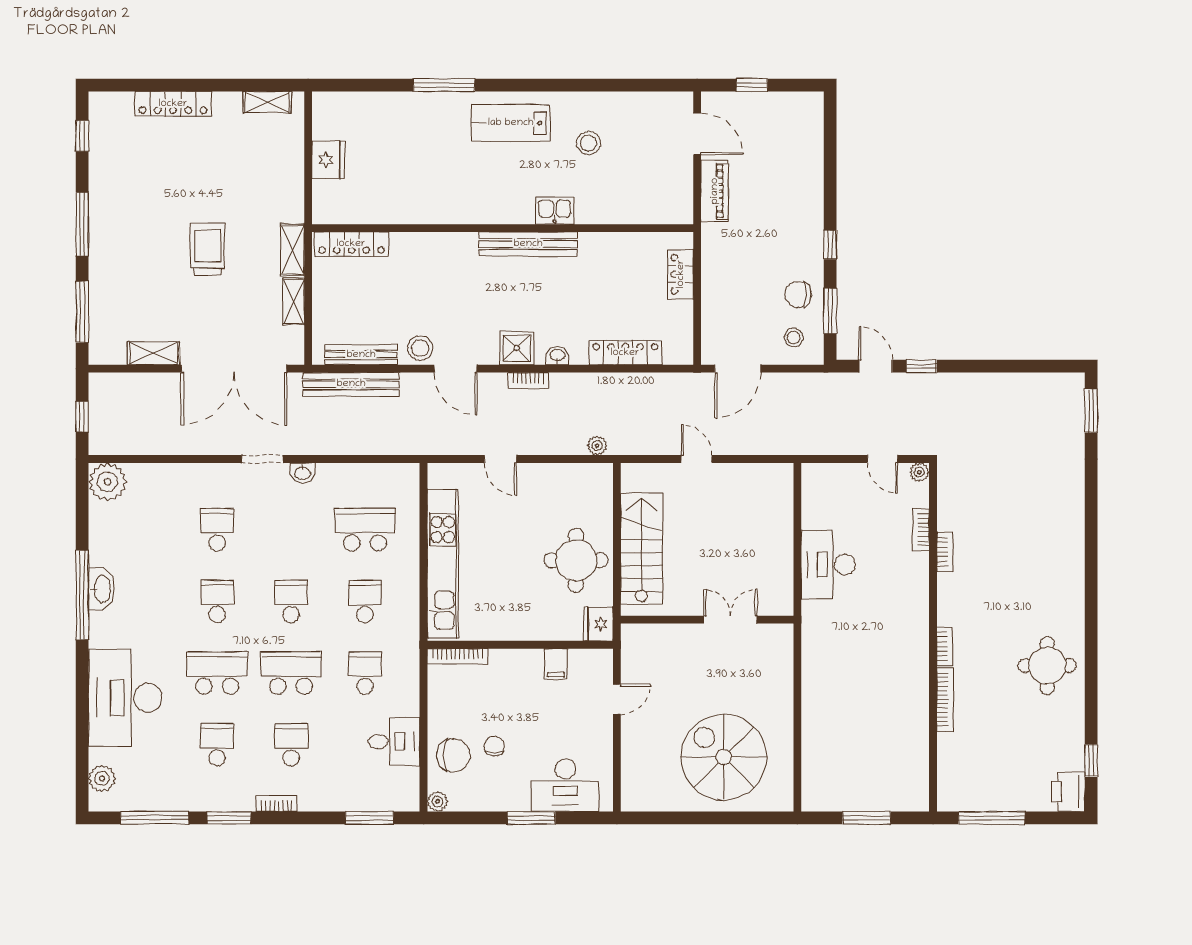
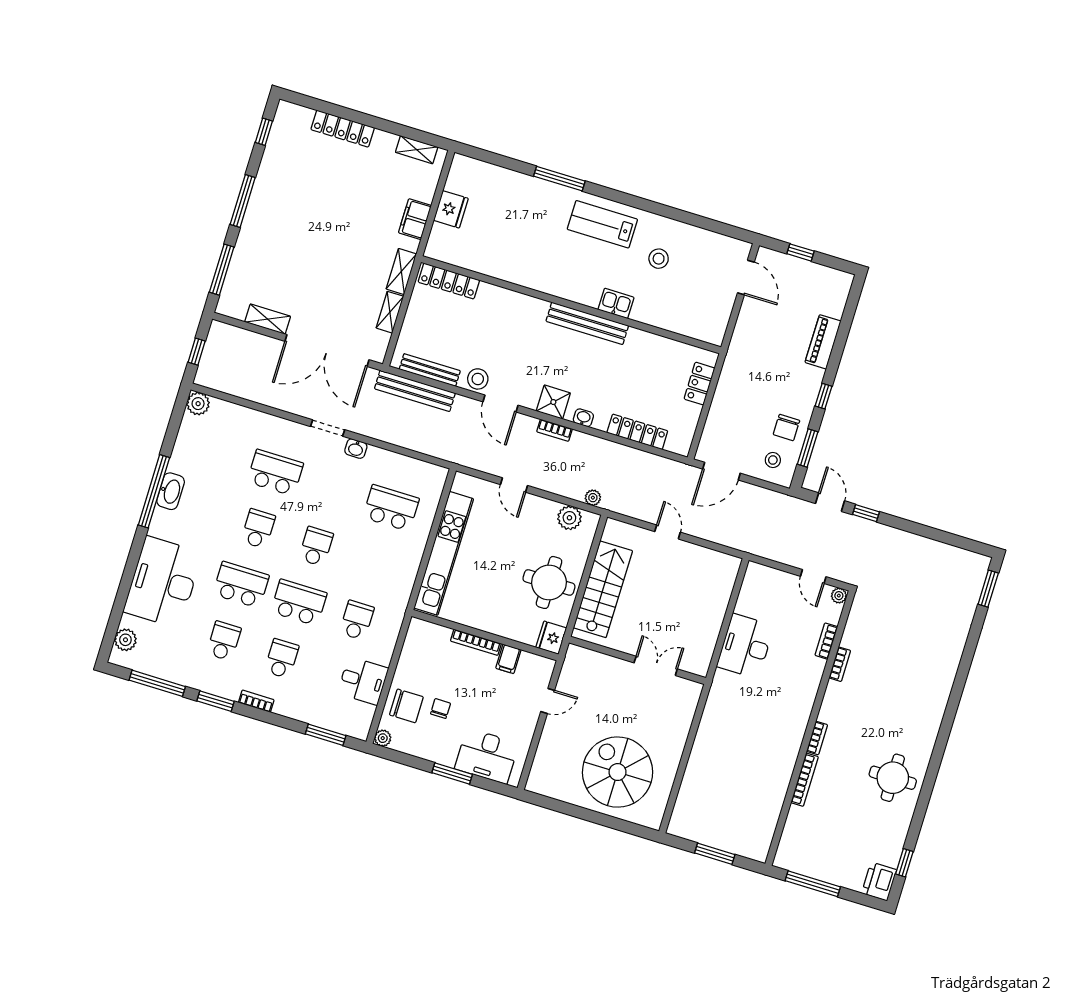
filing cabinet: (290, 184) -> (415, 219), added
piano: (715, 191) -> (823, 342), moved, turned 180
trolley: (207, 249) -> (335, 251), removed
chair: (798, 295) -> (786, 428), turned -90
plant: (577, 477) -> (569, 518), added
plant: (107, 482) -> (198, 404), width x0.73, depth x0.73
school desk: (217, 530) -> (275, 473), width x1.85
school desk: (365, 601) -> (374, 564), removed
bookcase: (458, 656) -> (476, 642), moved

